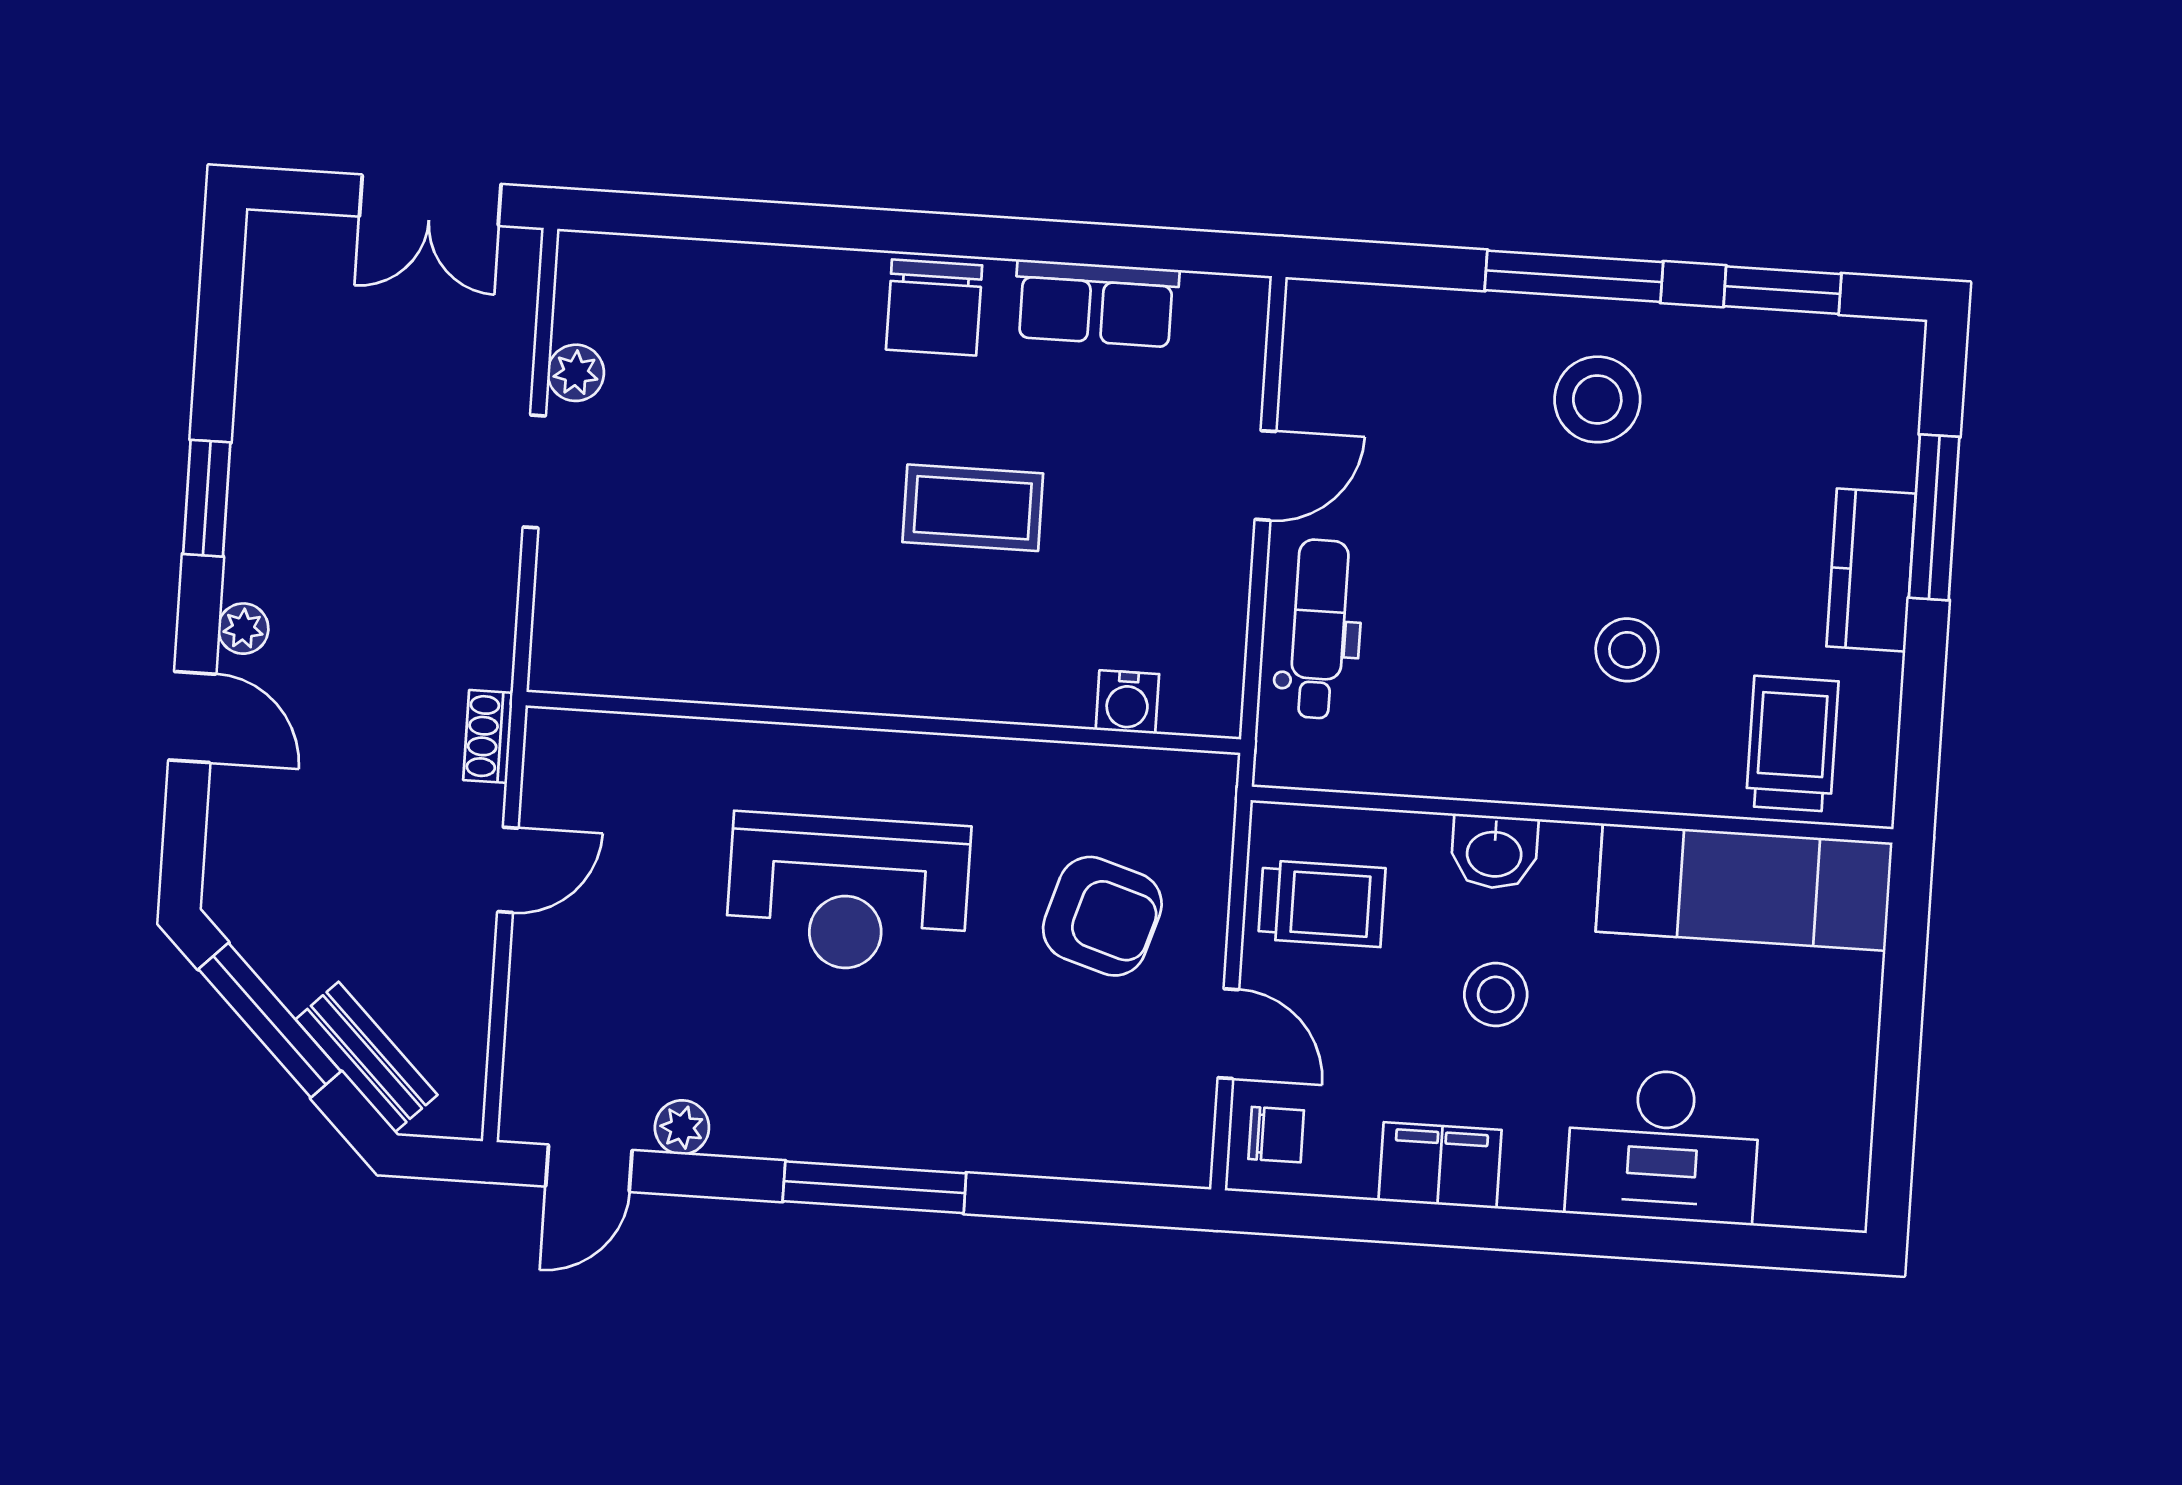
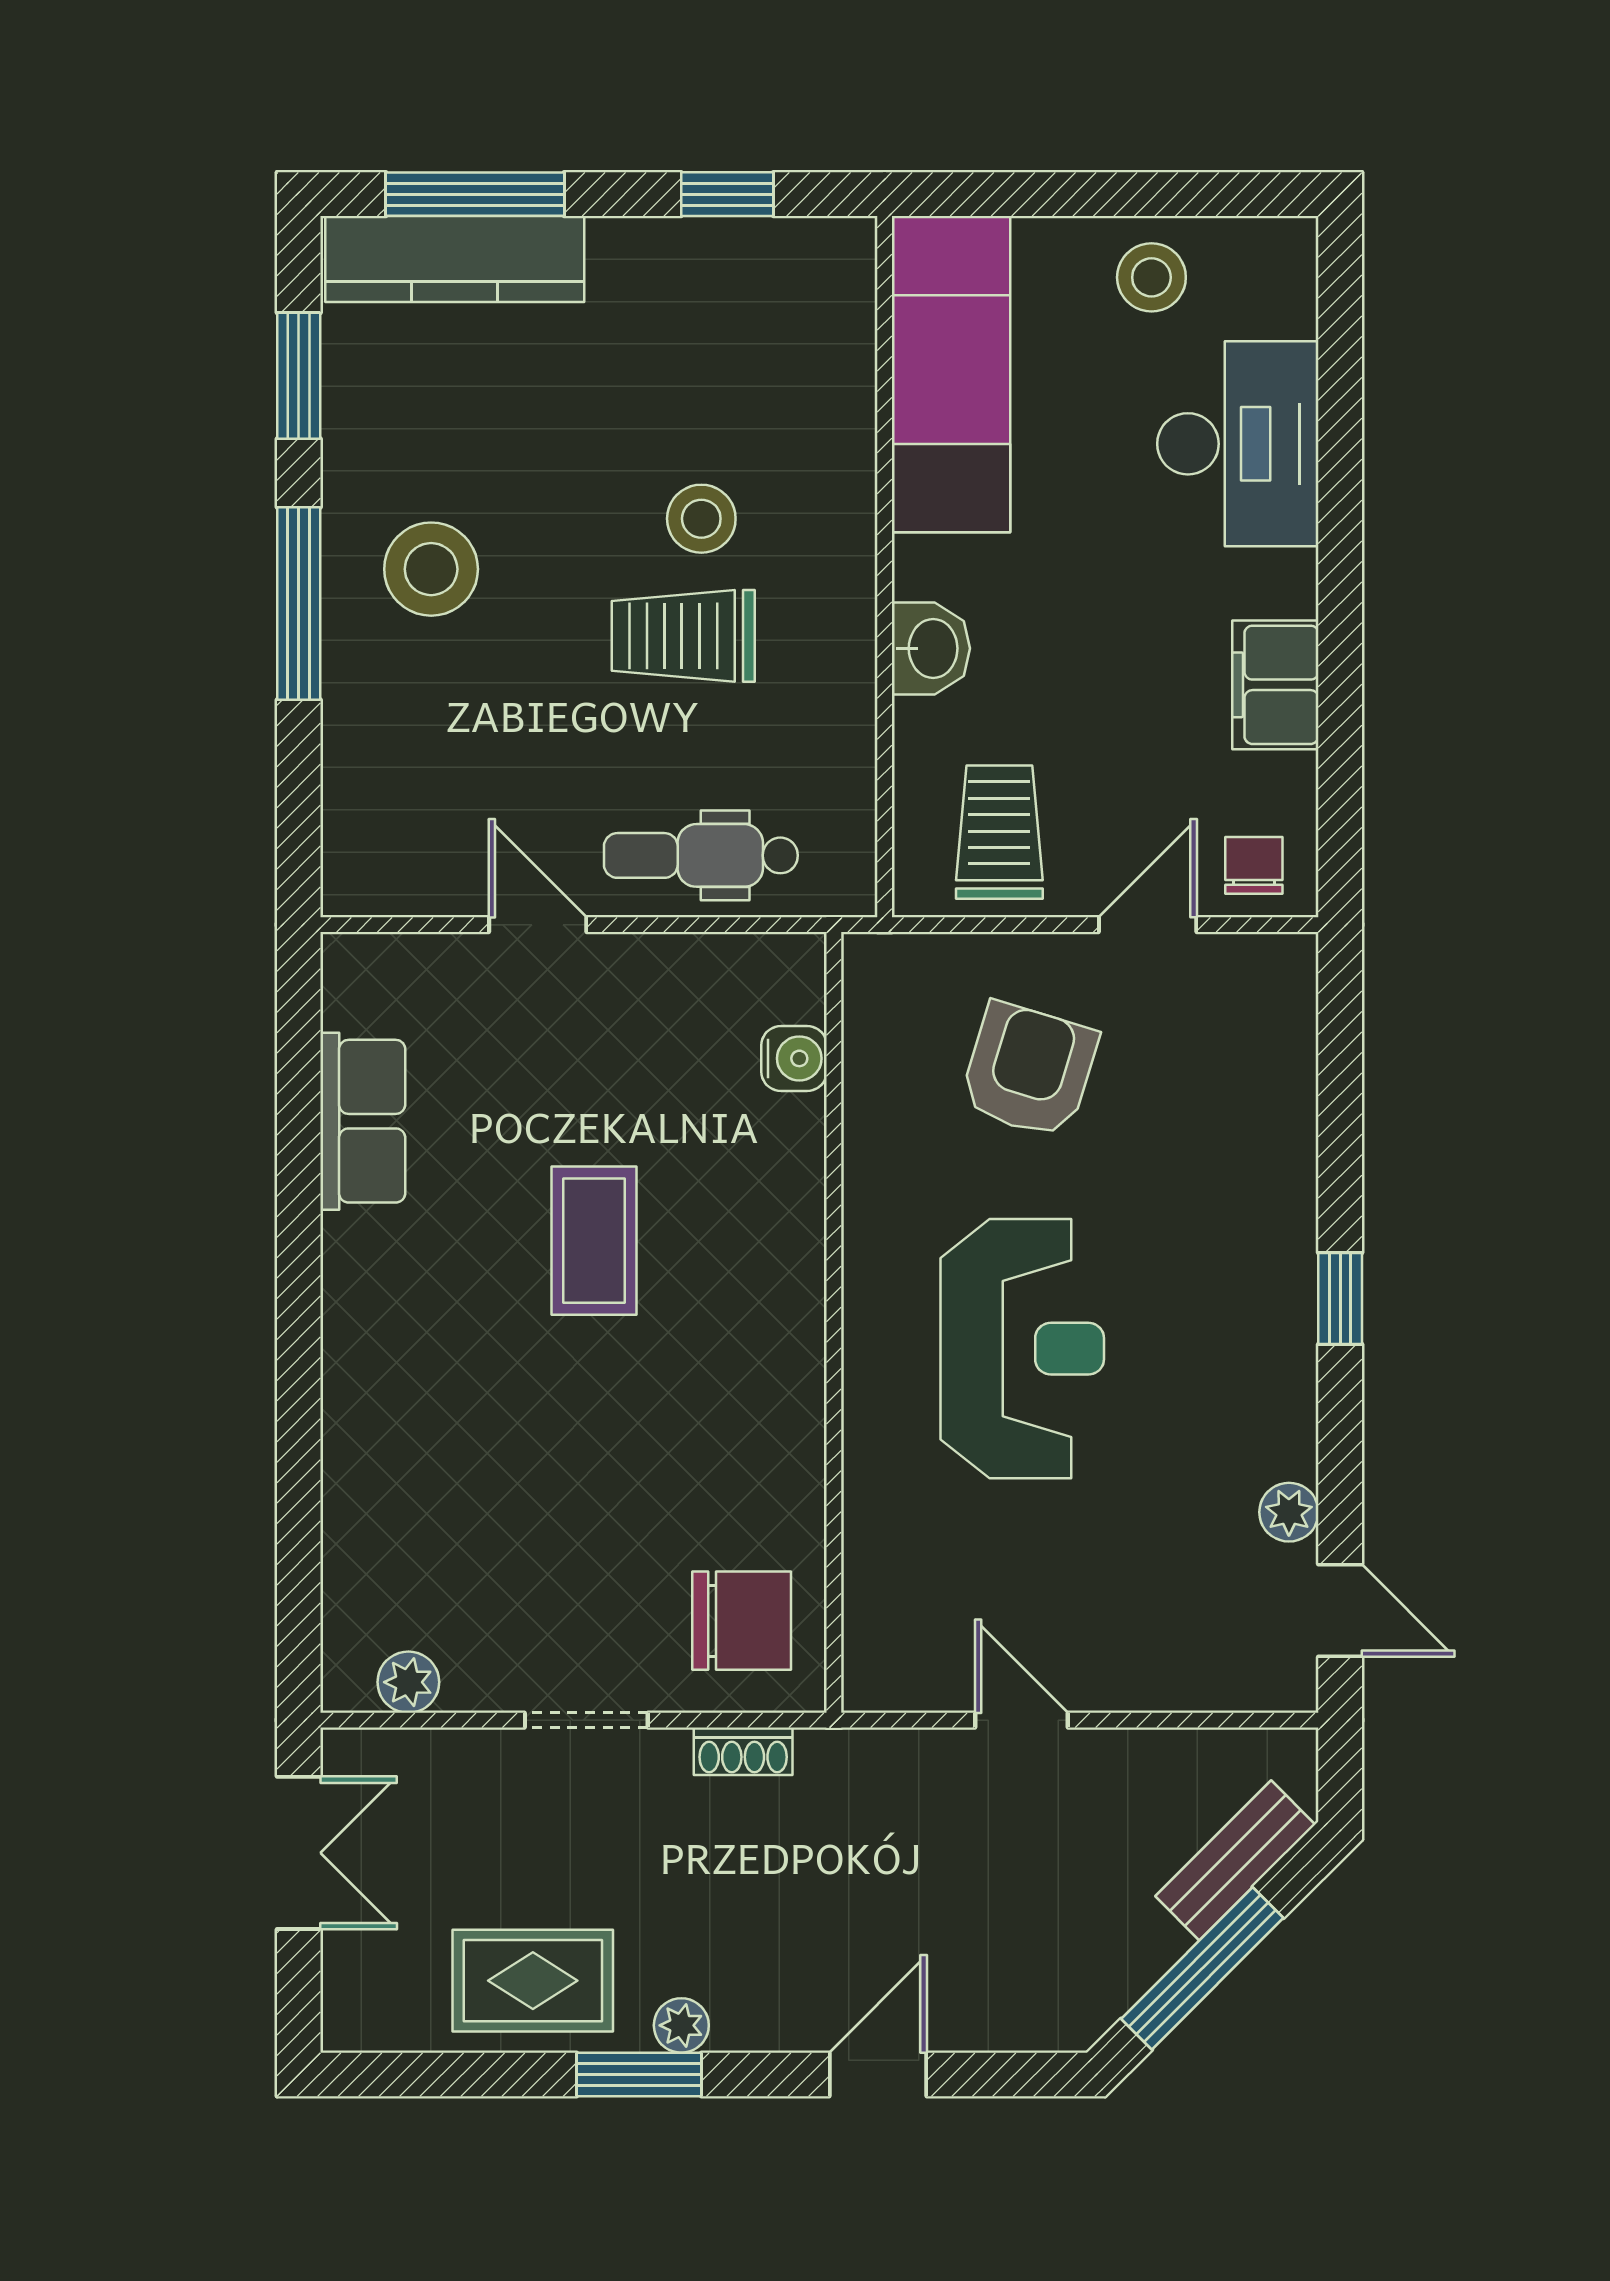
chair: (934, 307) -> (742, 1621), moved
plant: (576, 373) -> (408, 1682), moved
rug: (299, 407) -> (533, 1981), added
window: (1934, 517) -> (475, 194), moved
kitchen counter: (1871, 570) -> (455, 259), moved, width x1.50
plant: (243, 629) -> (681, 2025), moved
window: (1923, 693) -> (727, 194), added
shoe rack: (488, 736) -> (743, 1751), moved
trolley: (1792, 744) -> (683, 636), moved
stool: (1496, 994) -> (1151, 277), moved
window: (874, 1187) -> (1340, 1298), width x0.46

